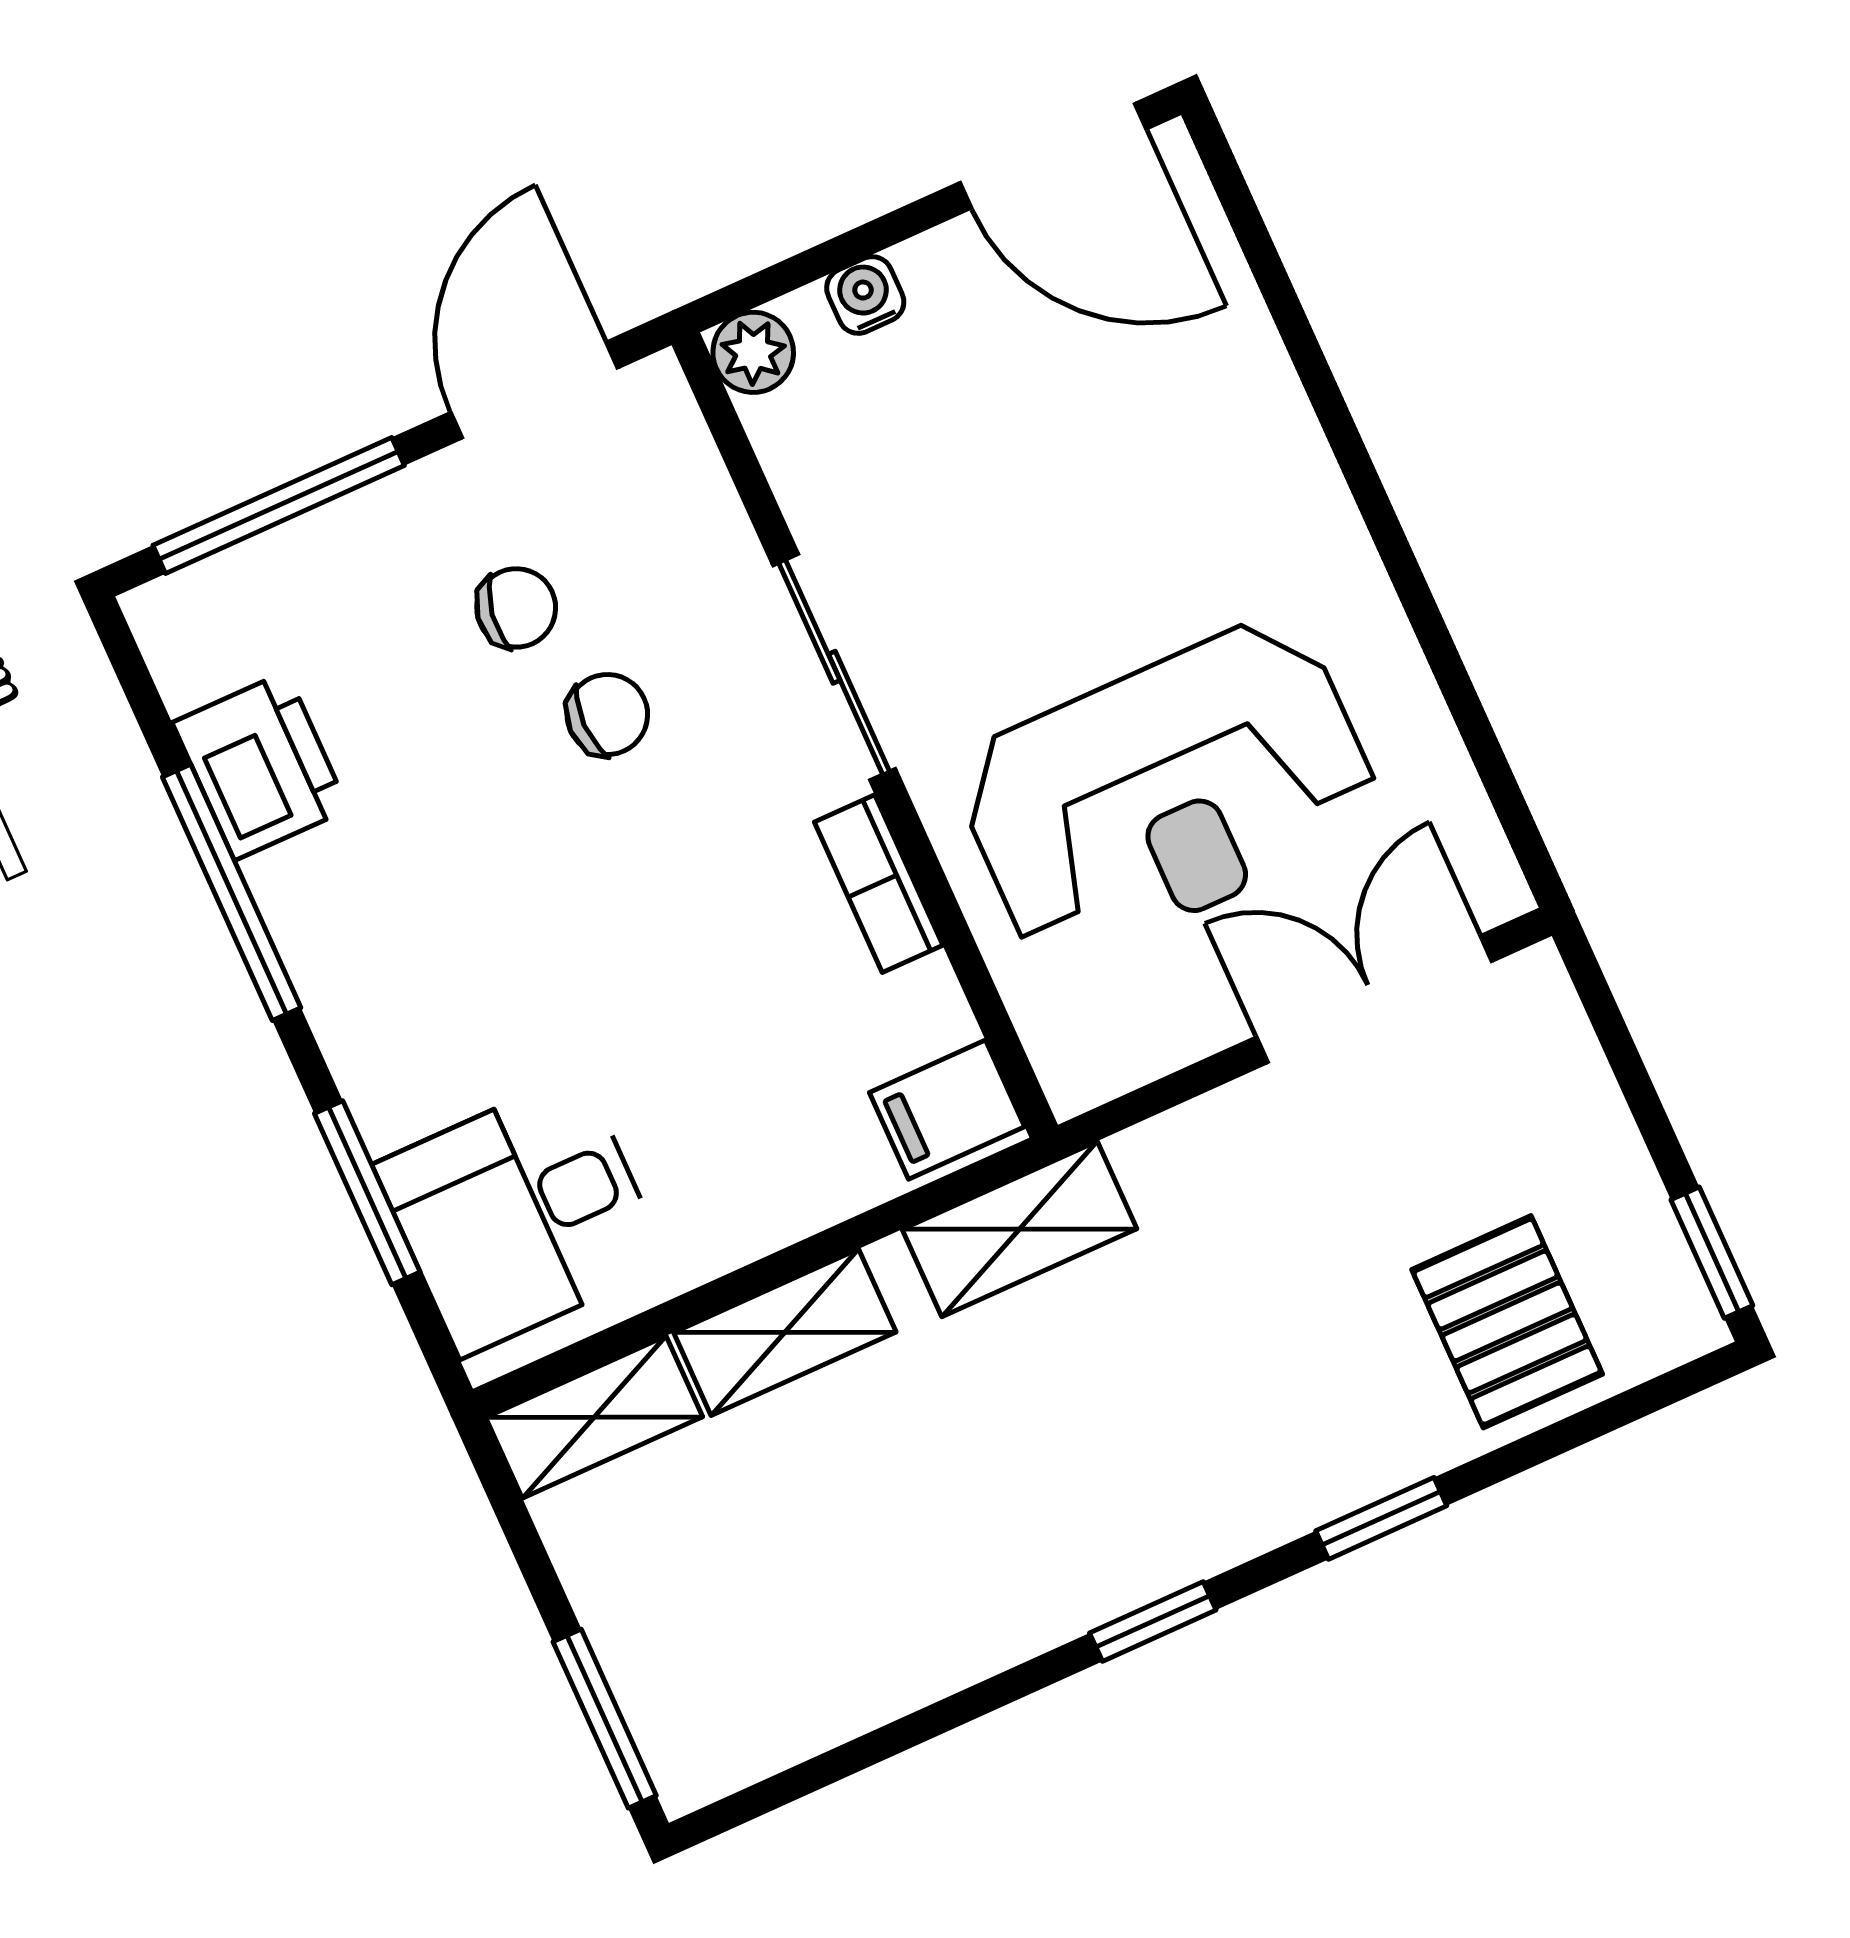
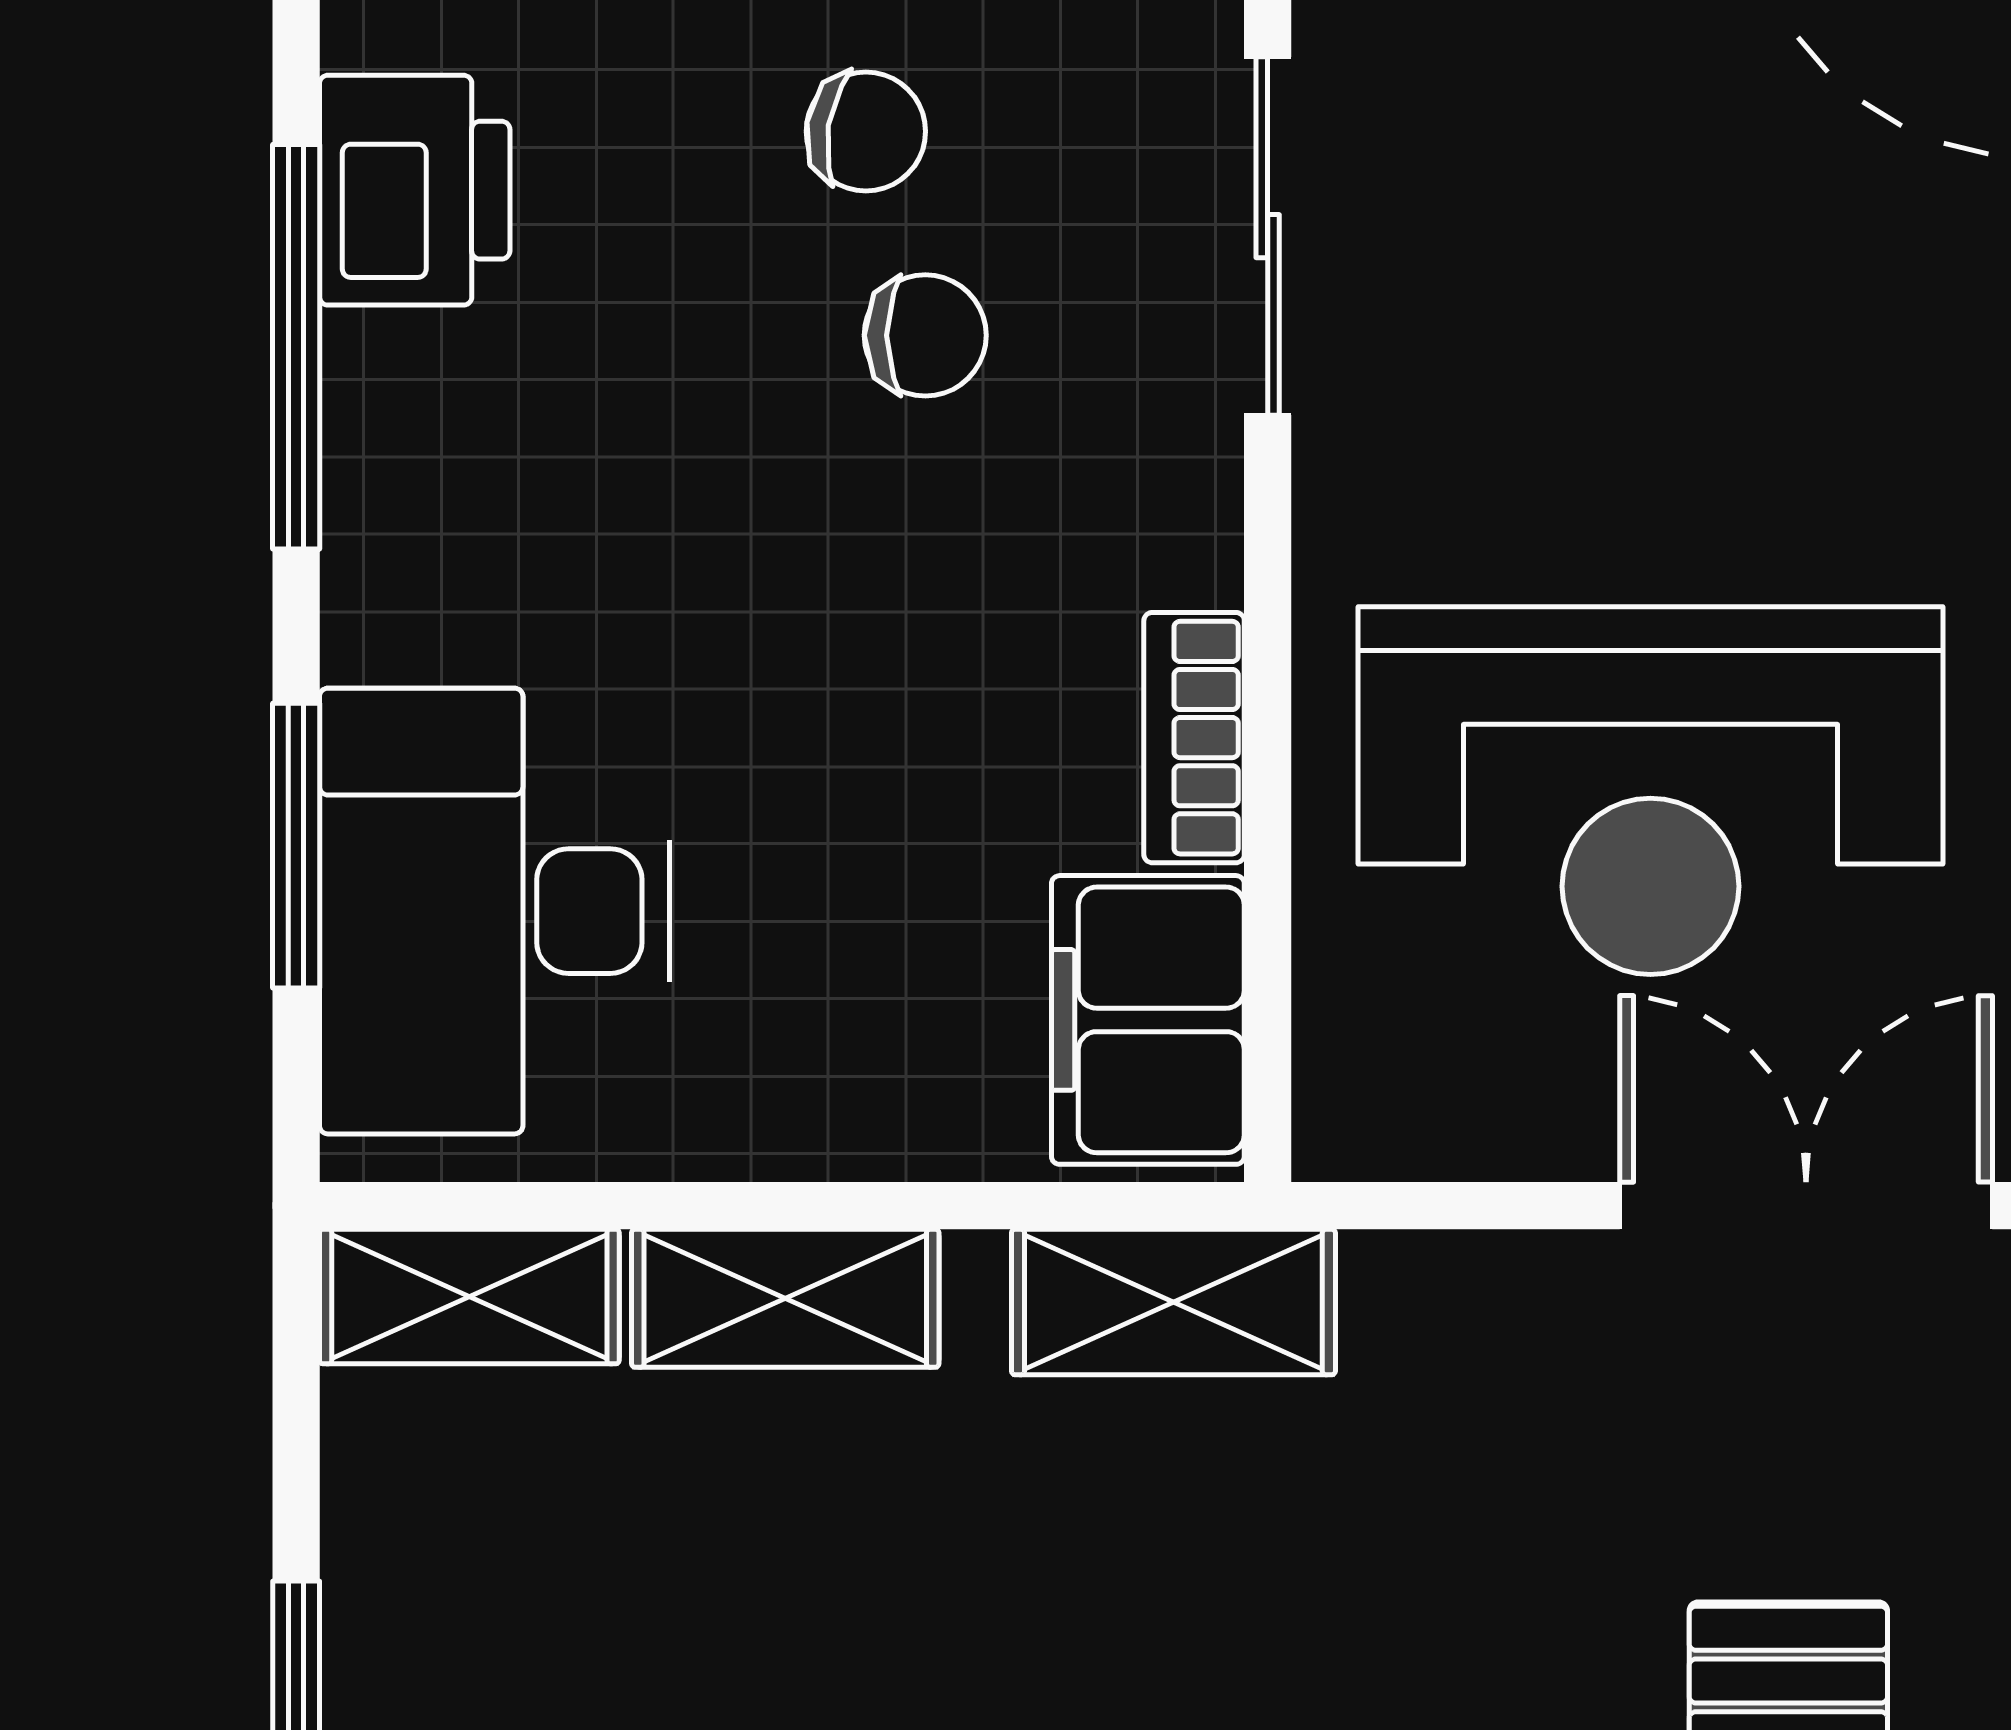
sliding door: (834, 667) -> (1268, 236), moved
filing cabinet: (947, 1110) -> (1148, 1020), width x2.00
desk: (521, 1215) -> (495, 911), width x1.37

